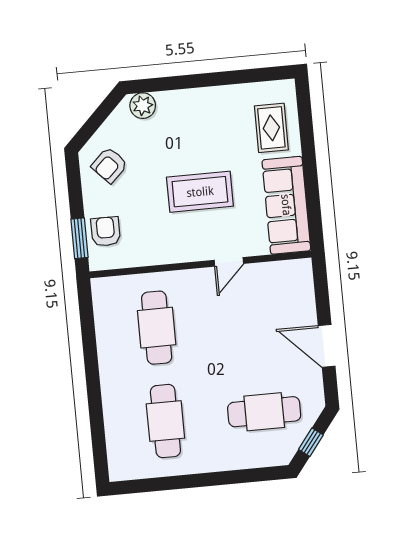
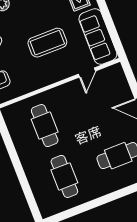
door: (229, 262) -> (87, 73), moved

